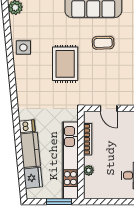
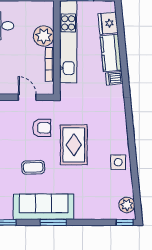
armchair: (95, 80) -> (42, 128), added
plant: (89, 170) -> (44, 36), width x1.87, depth x1.87

